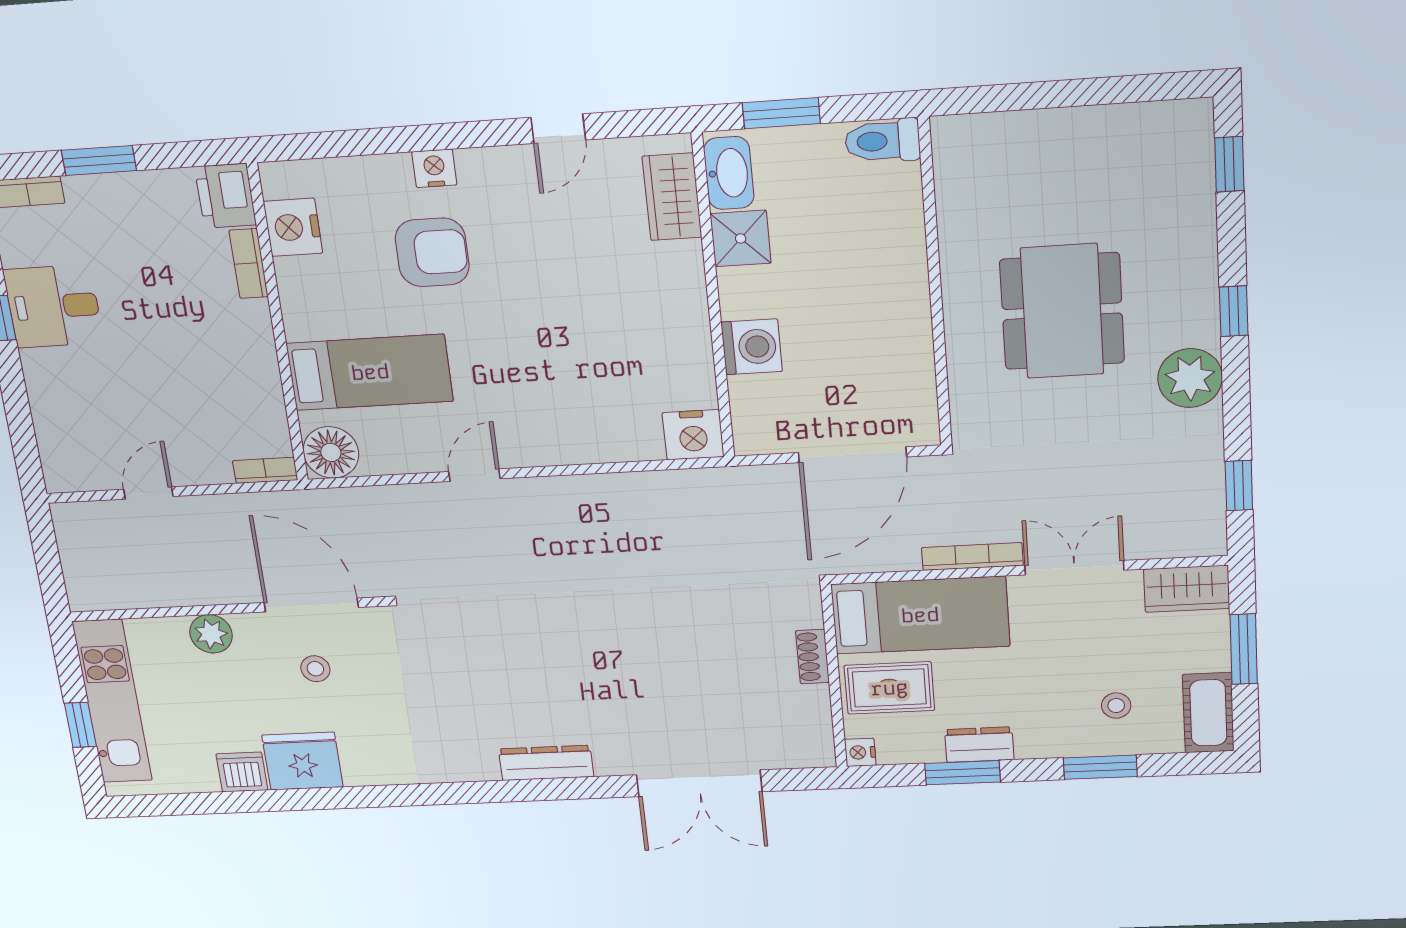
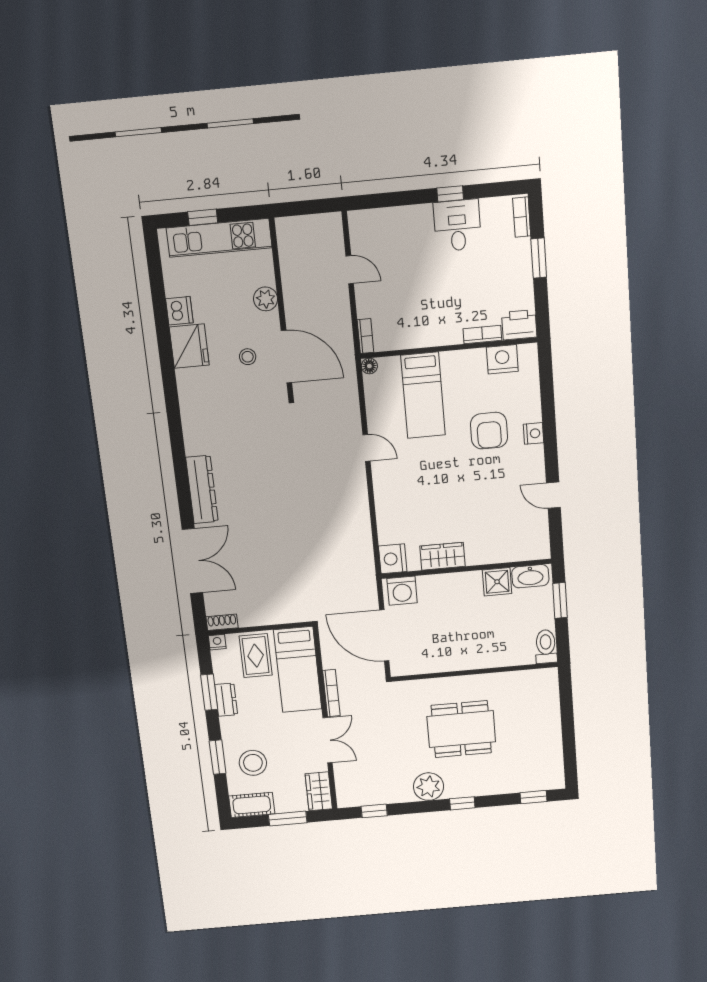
wardrobe: (672, 197) -> (443, 556), moved
washing machine: (752, 347) -> (402, 591), moved
floor lamp: (331, 452) -> (369, 366), width x0.53, depth x0.53
door: (311, 605) -> (286, 357), hinge flipped
shoe rack: (813, 657) -> (222, 622), moved
stool: (1116, 706) -> (253, 763), width x1.89, depth x1.89
dresser: (546, 763) -> (202, 490), width x1.37, depth x1.24
double door: (699, 783) -> (192, 561), swing flipped

